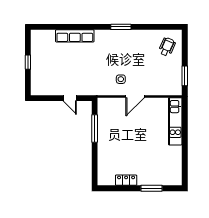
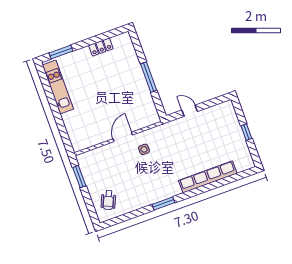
row of seats: (75, 36) -> (208, 177), width x1.36
kitchen unit: (175, 121) -> (58, 87), moved
window: (95, 129) -> (149, 77), moved
window: (151, 188) -> (61, 52), moved

